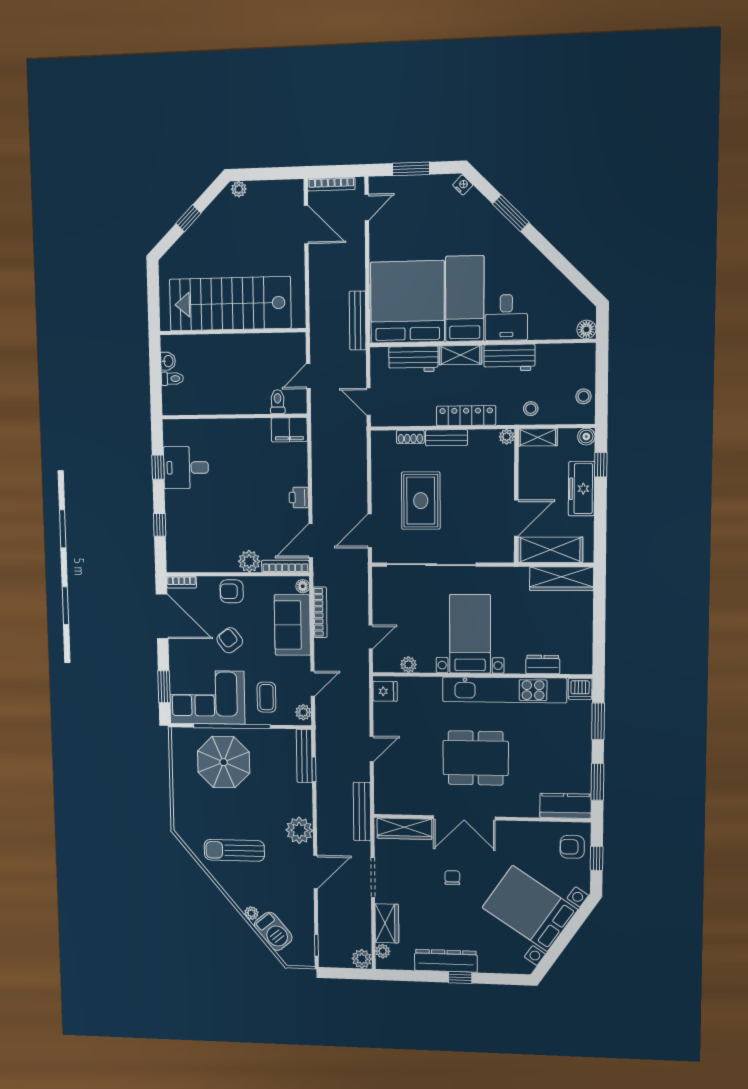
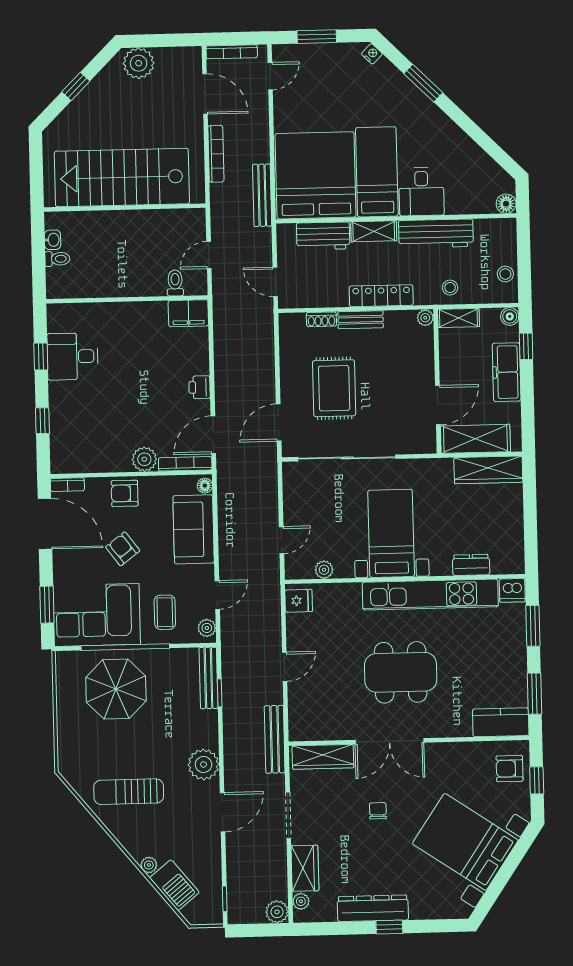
plant: (239, 189) -> (139, 63), width x1.87, depth x1.87
workbench: (509, 358) -> (436, 234), width x1.38
bookcase: (320, 612) -> (216, 154), moved

